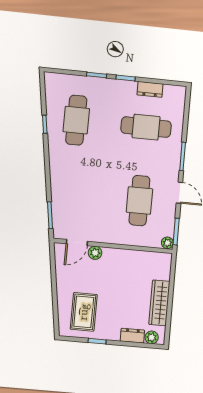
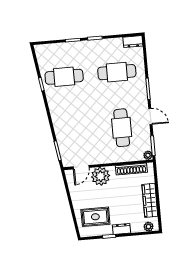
dresser: (150, 89) -> (133, 42), moved
cafe table: (76, 120) -> (64, 77), turned 90
plant: (95, 253) -> (101, 176), width x1.87, depth x1.87
shoe rack: (143, 257) -> (131, 169), added
rug: (84, 312) -> (95, 217), turned 90
dresser: (132, 336) -> (121, 229), moved

